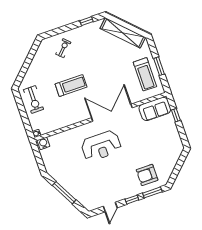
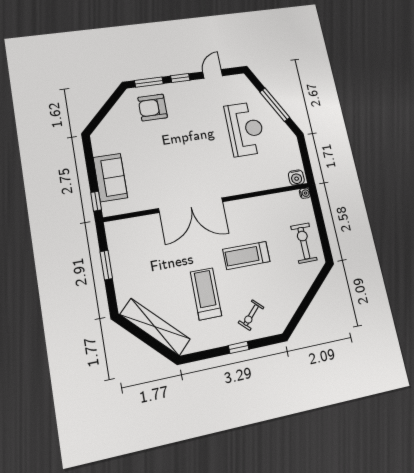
window: (86, 21) -> (239, 347), moved
treadmill: (145, 74) -> (206, 294), moved
sofa: (155, 109) -> (110, 177), moved, turned 90
window: (176, 115) -> (96, 201), moved
reception desk: (101, 146) -> (245, 129), moved, turned 90
armchair: (147, 175) -> (153, 107), turned 180

